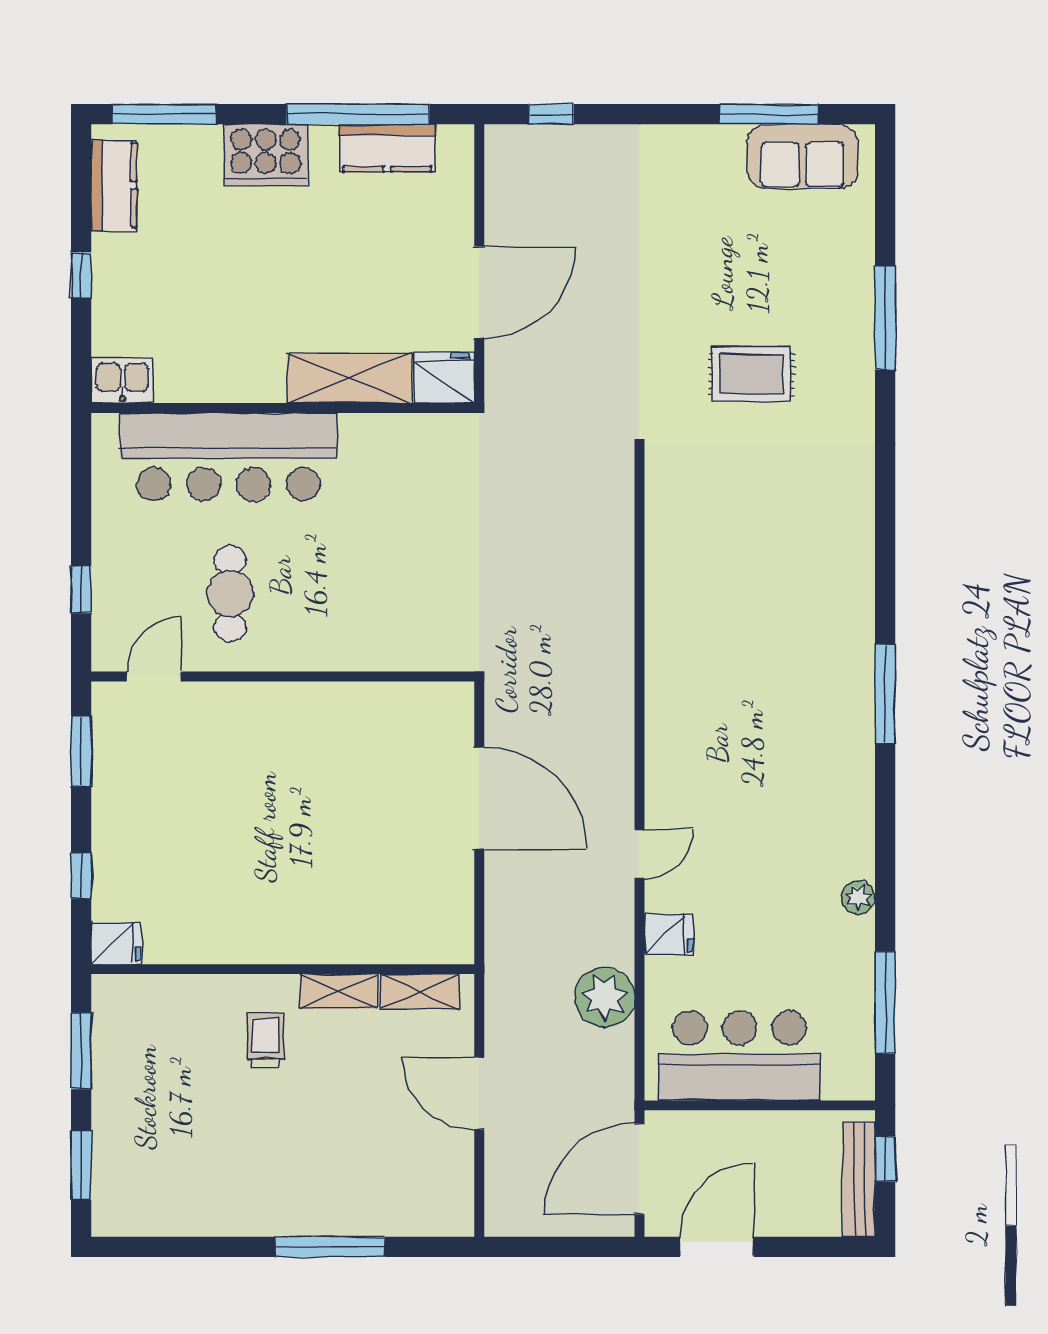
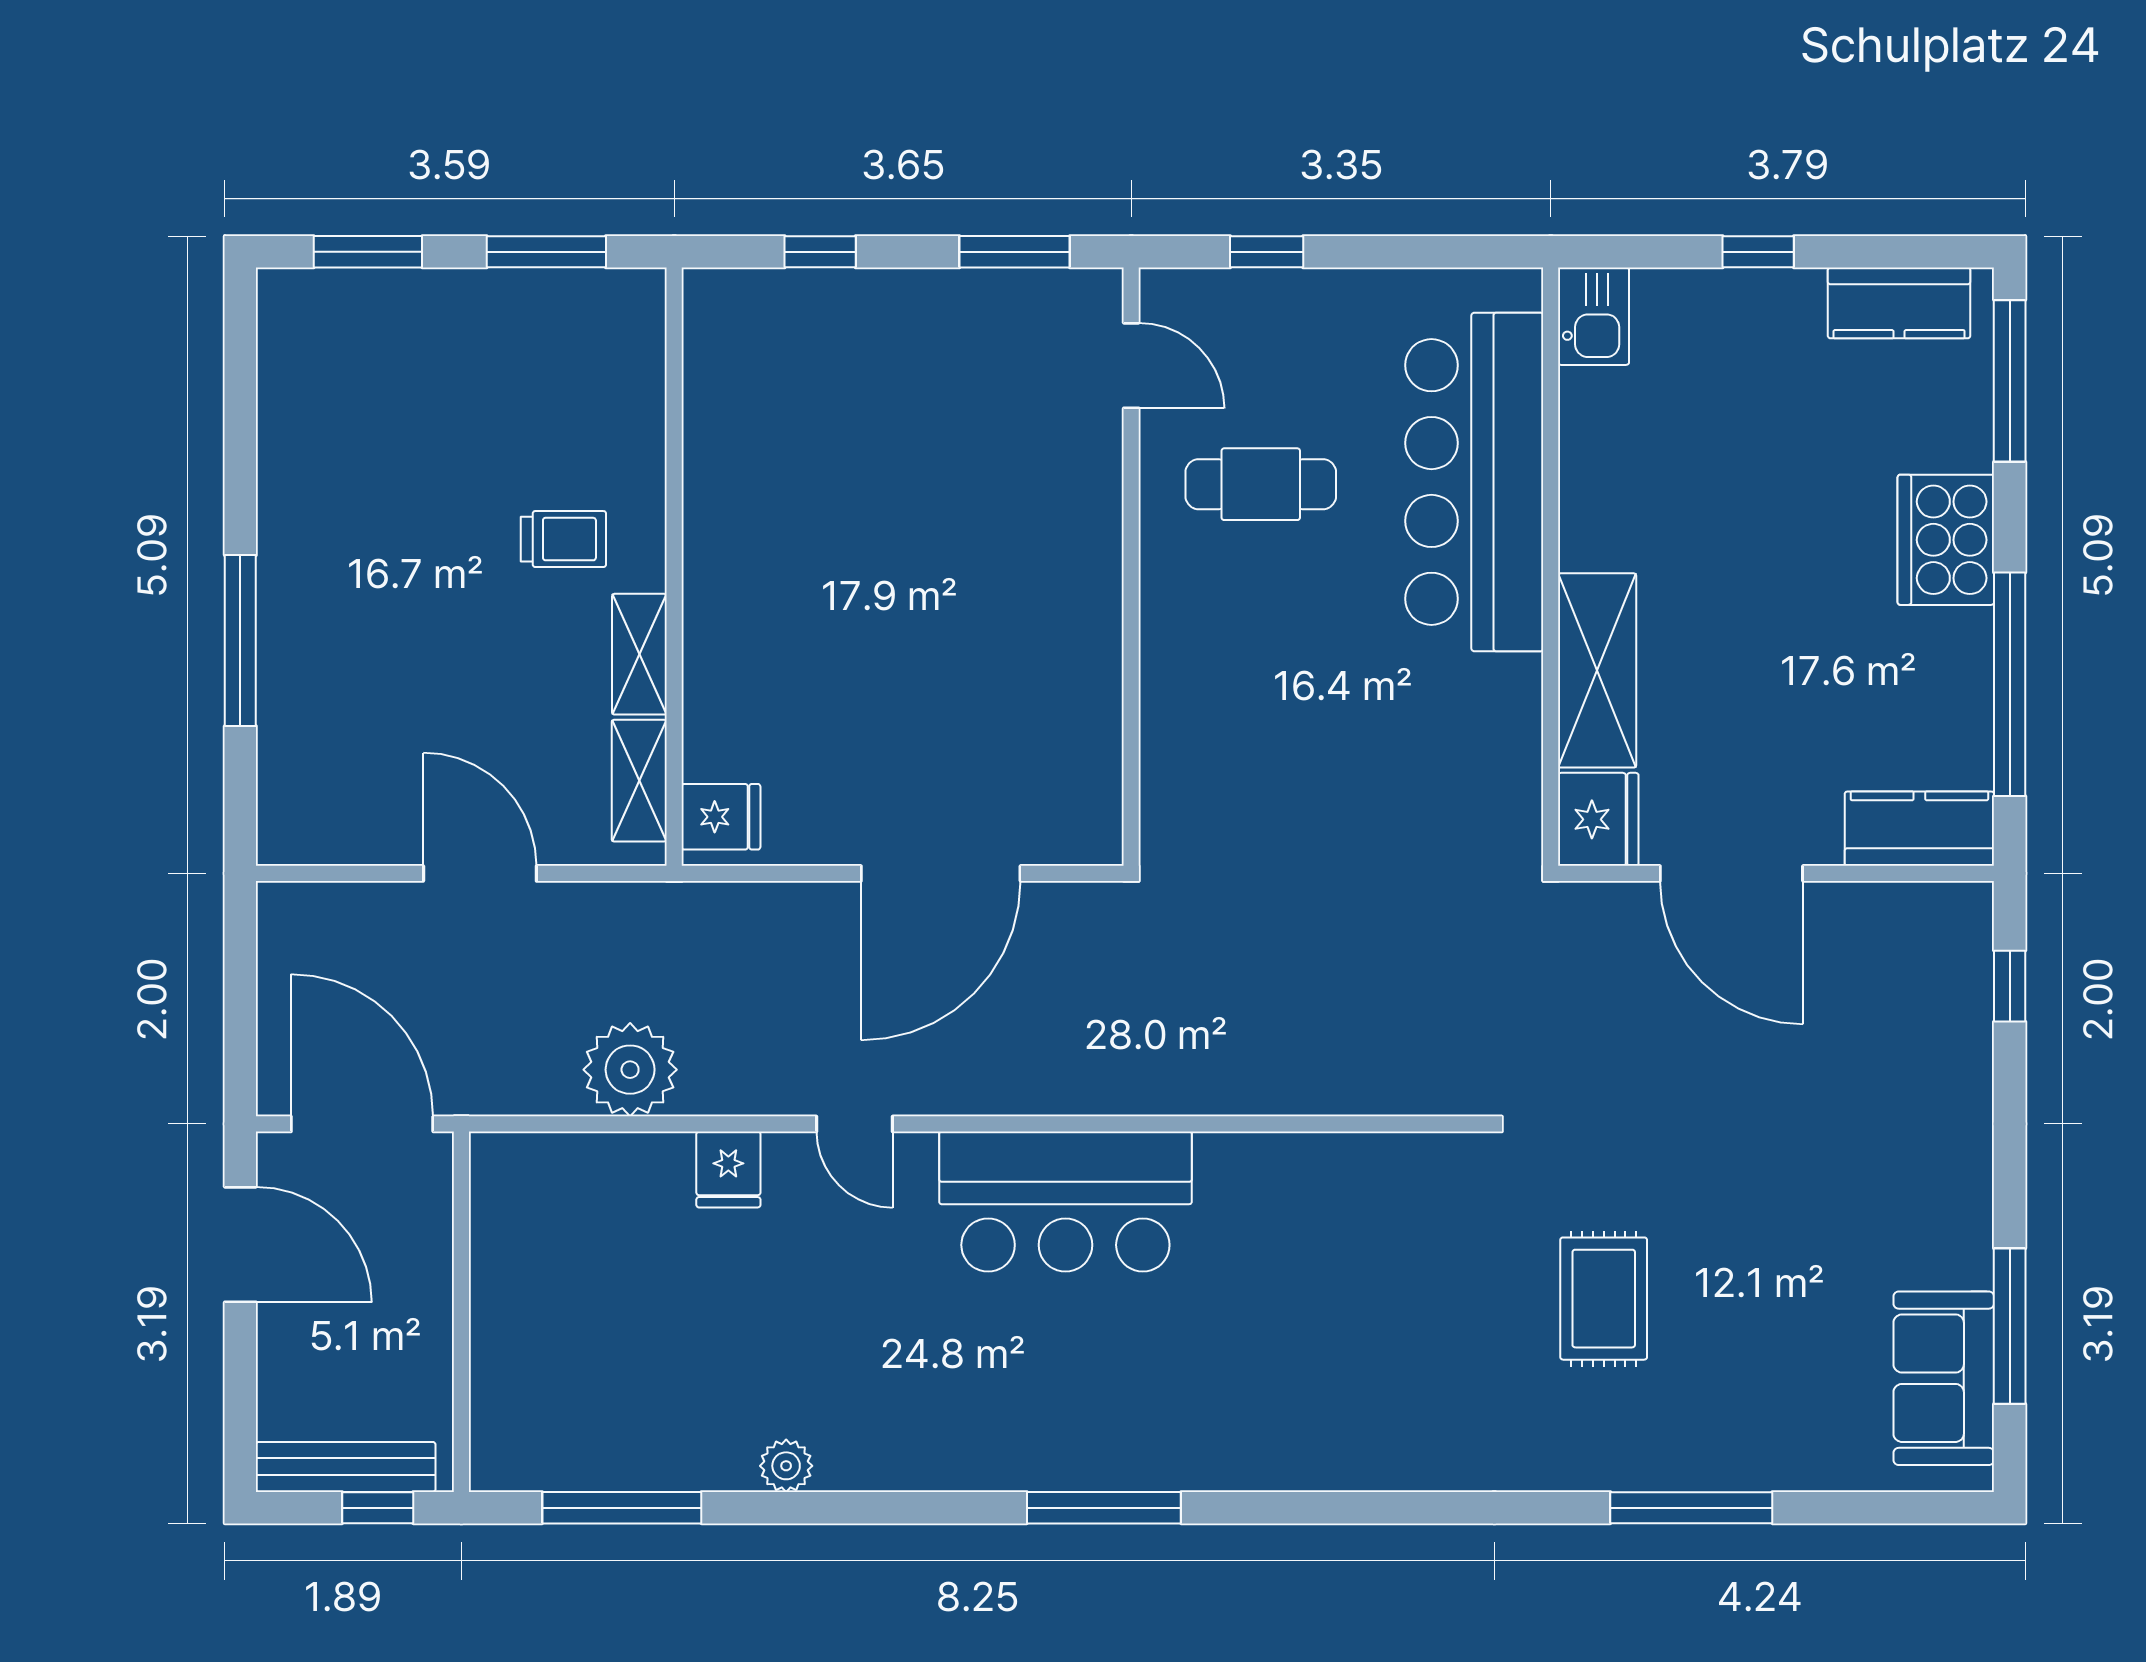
kitchen counter: (387, 148) -> (1919, 829), moved, turned 90
fridge: (116, 943) -> (721, 817), moved, turned -90
bar counter: (740, 1056) -> (1065, 1202), moved, turned 90
door: (479, 1093) -> (480, 873), hinge flipped

